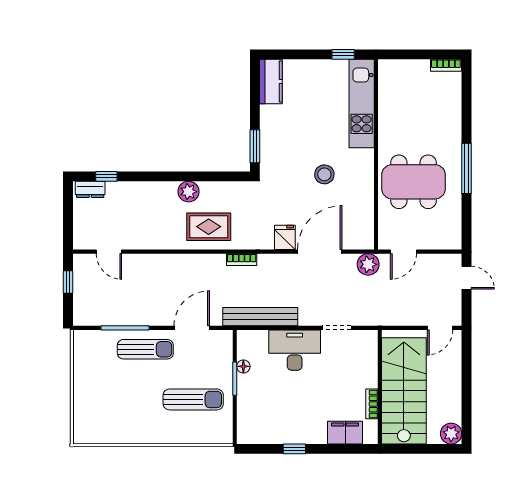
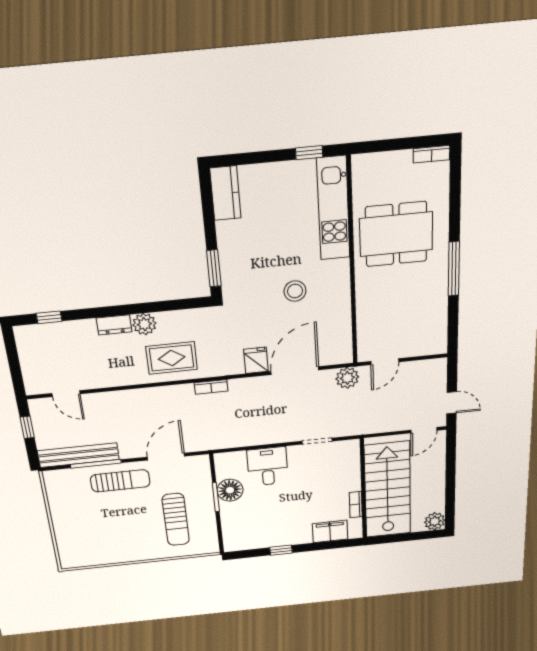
dining table: (414, 182) -> (396, 234), moved
dresser: (90, 189) -> (114, 325), moved
door: (466, 278) -> (452, 403), moved
bench: (260, 317) -> (78, 455), moved
desk: (295, 350) -> (268, 466), width x0.73
floor lamp: (243, 366) -> (230, 490), width x1.89, depth x1.89
sun lounger: (193, 399) -> (176, 520), turned 90

